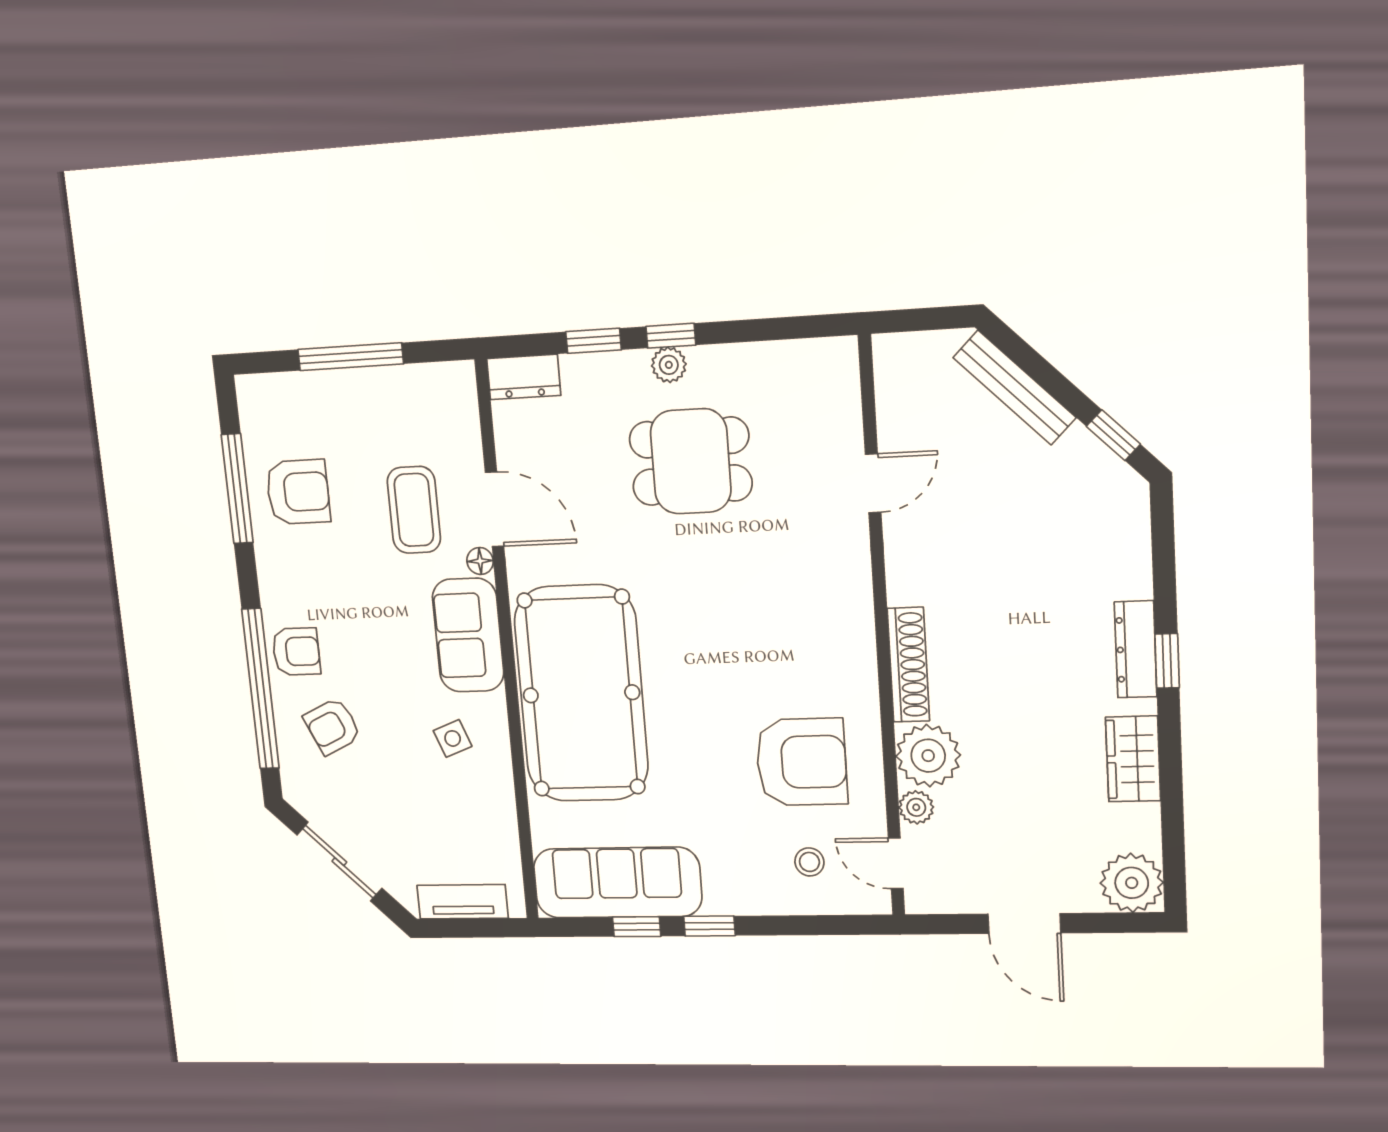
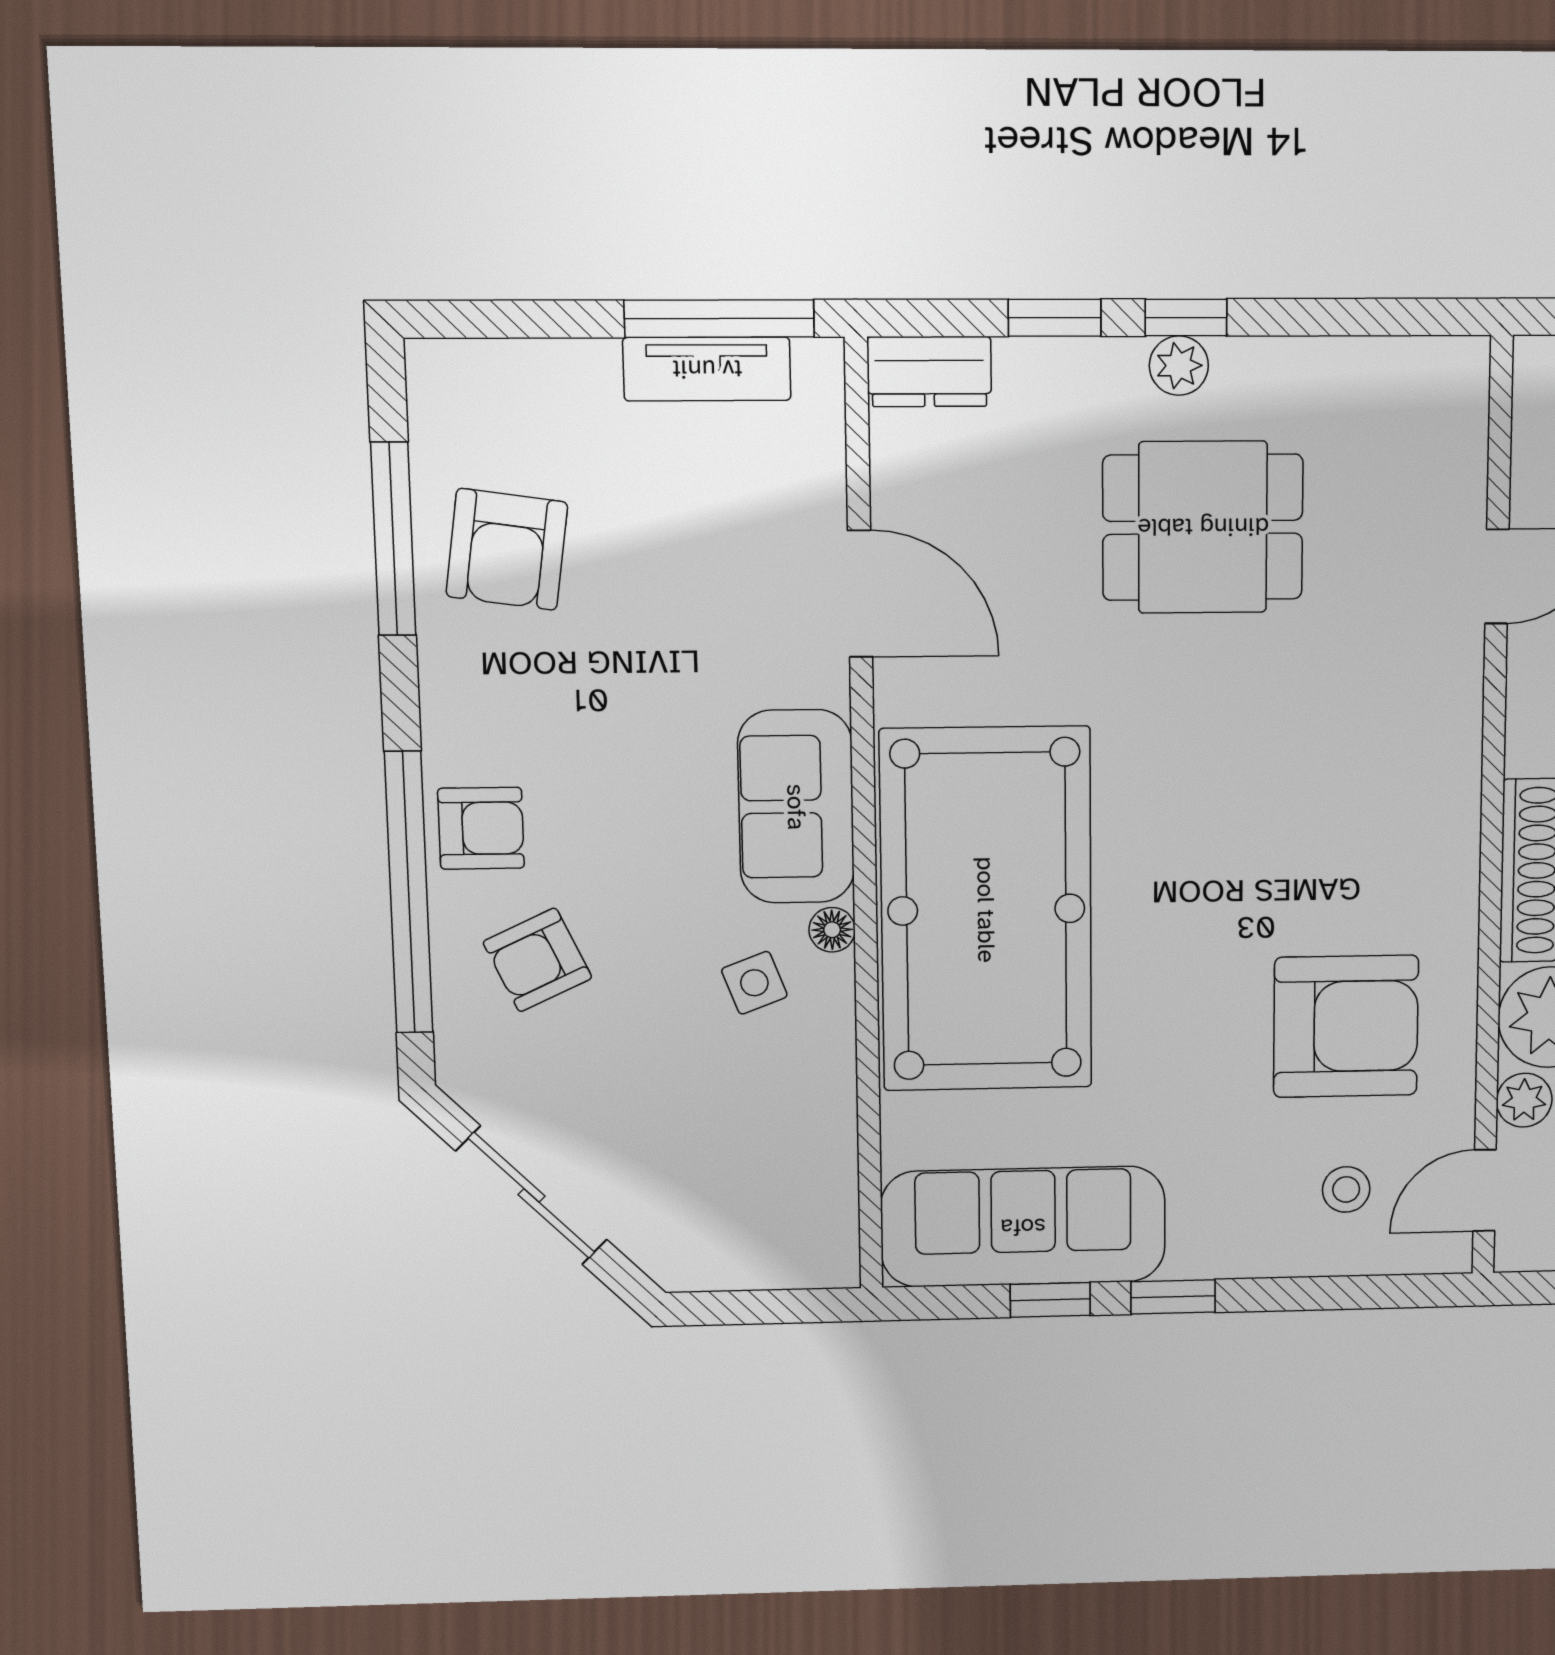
window: (351, 357) -> (719, 319), moved
armchair: (298, 492) -> (507, 549), turned 98
coffee table: (414, 510) -> (716, 589), removed
floor lamp: (480, 561) -> (832, 930), moved
door: (896, 863) -> (1485, 1190), hinge flipped
tv unit: (463, 902) -> (707, 369), moved, turned 180

